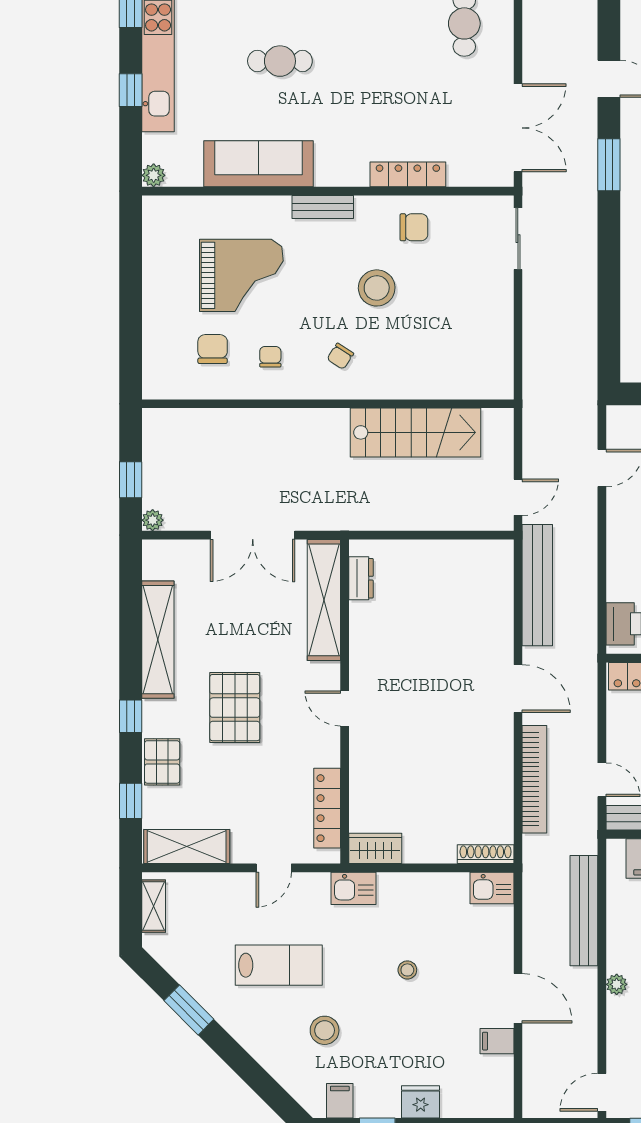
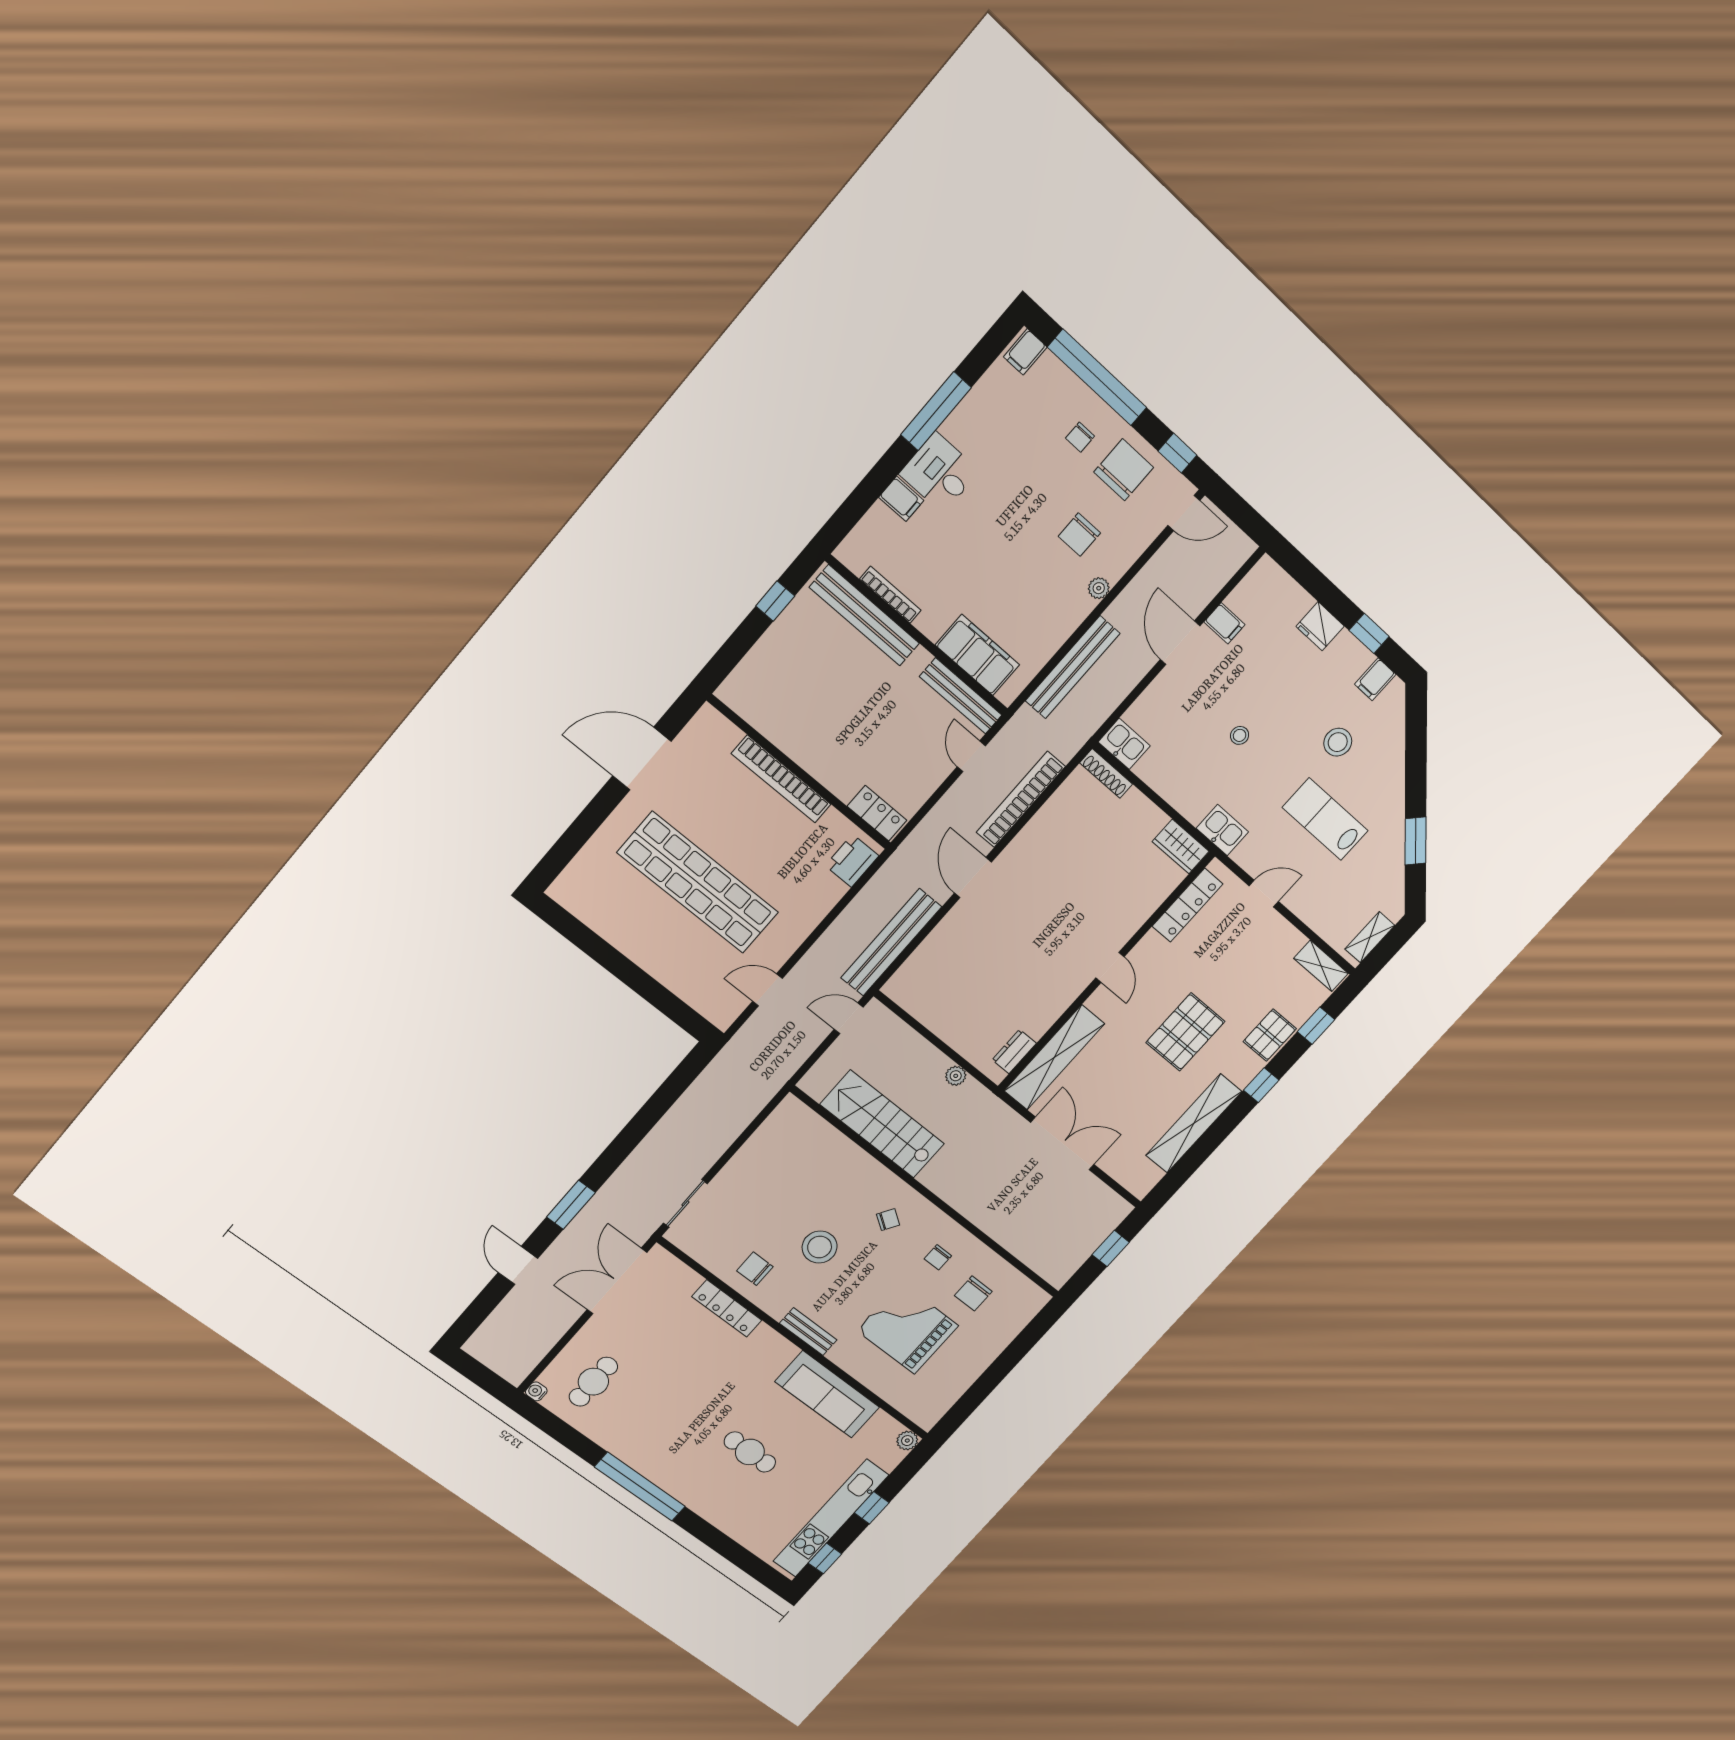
plant: (153, 520) -> (956, 1076), moved
shelving: (187, 847) -> (1321, 966), width x0.67, depth x0.75

